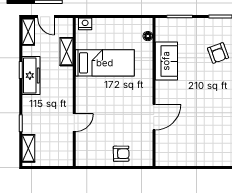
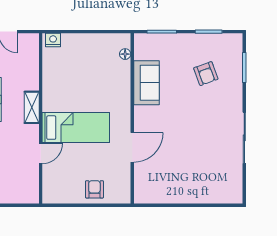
shelving: (67, 52) -> (32, 107), moved
bed: (105, 63) -> (76, 128), moved
armchair: (121, 154) -> (94, 189), turned -89

